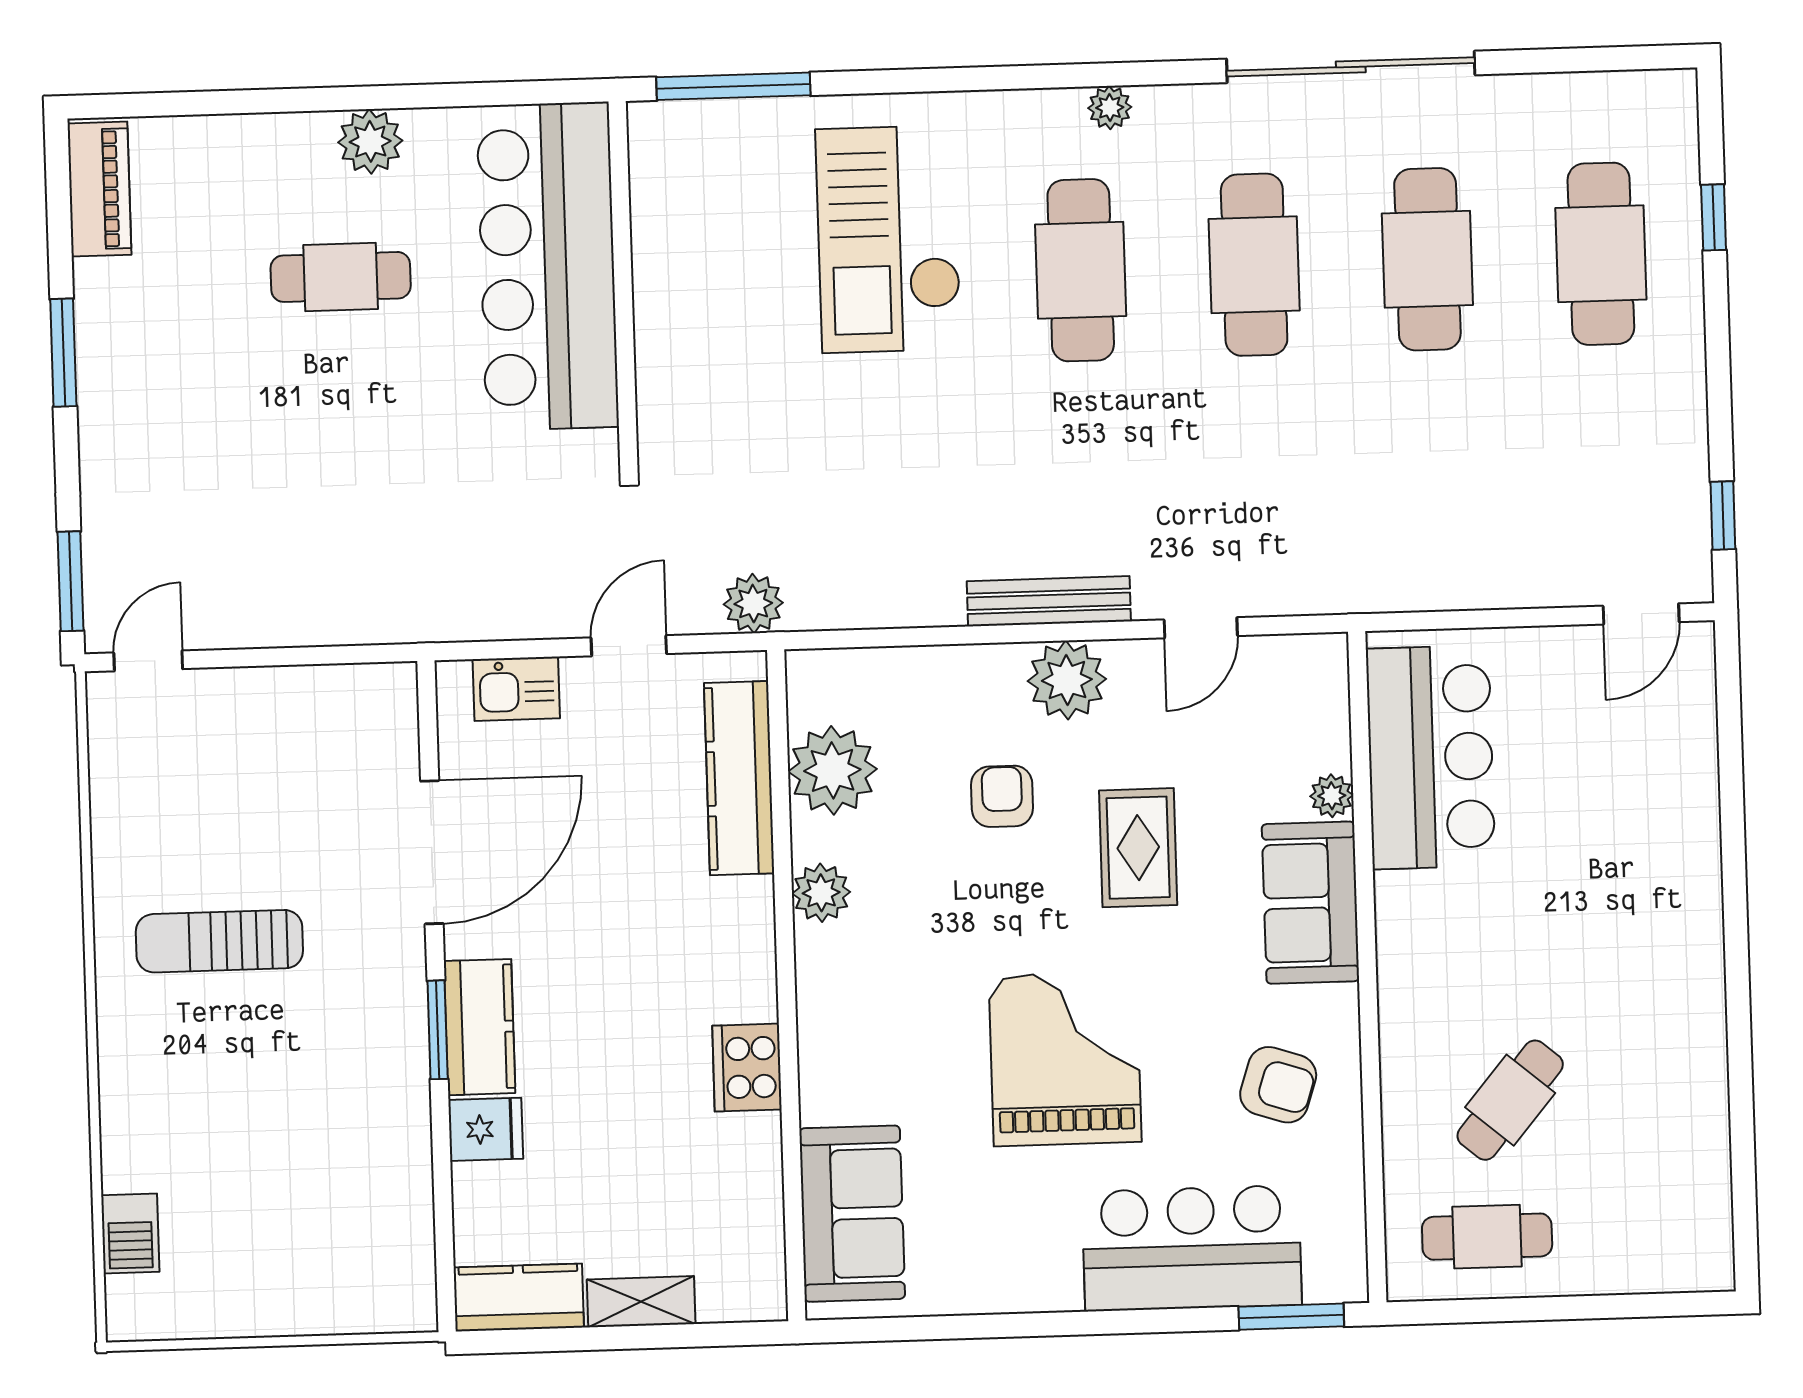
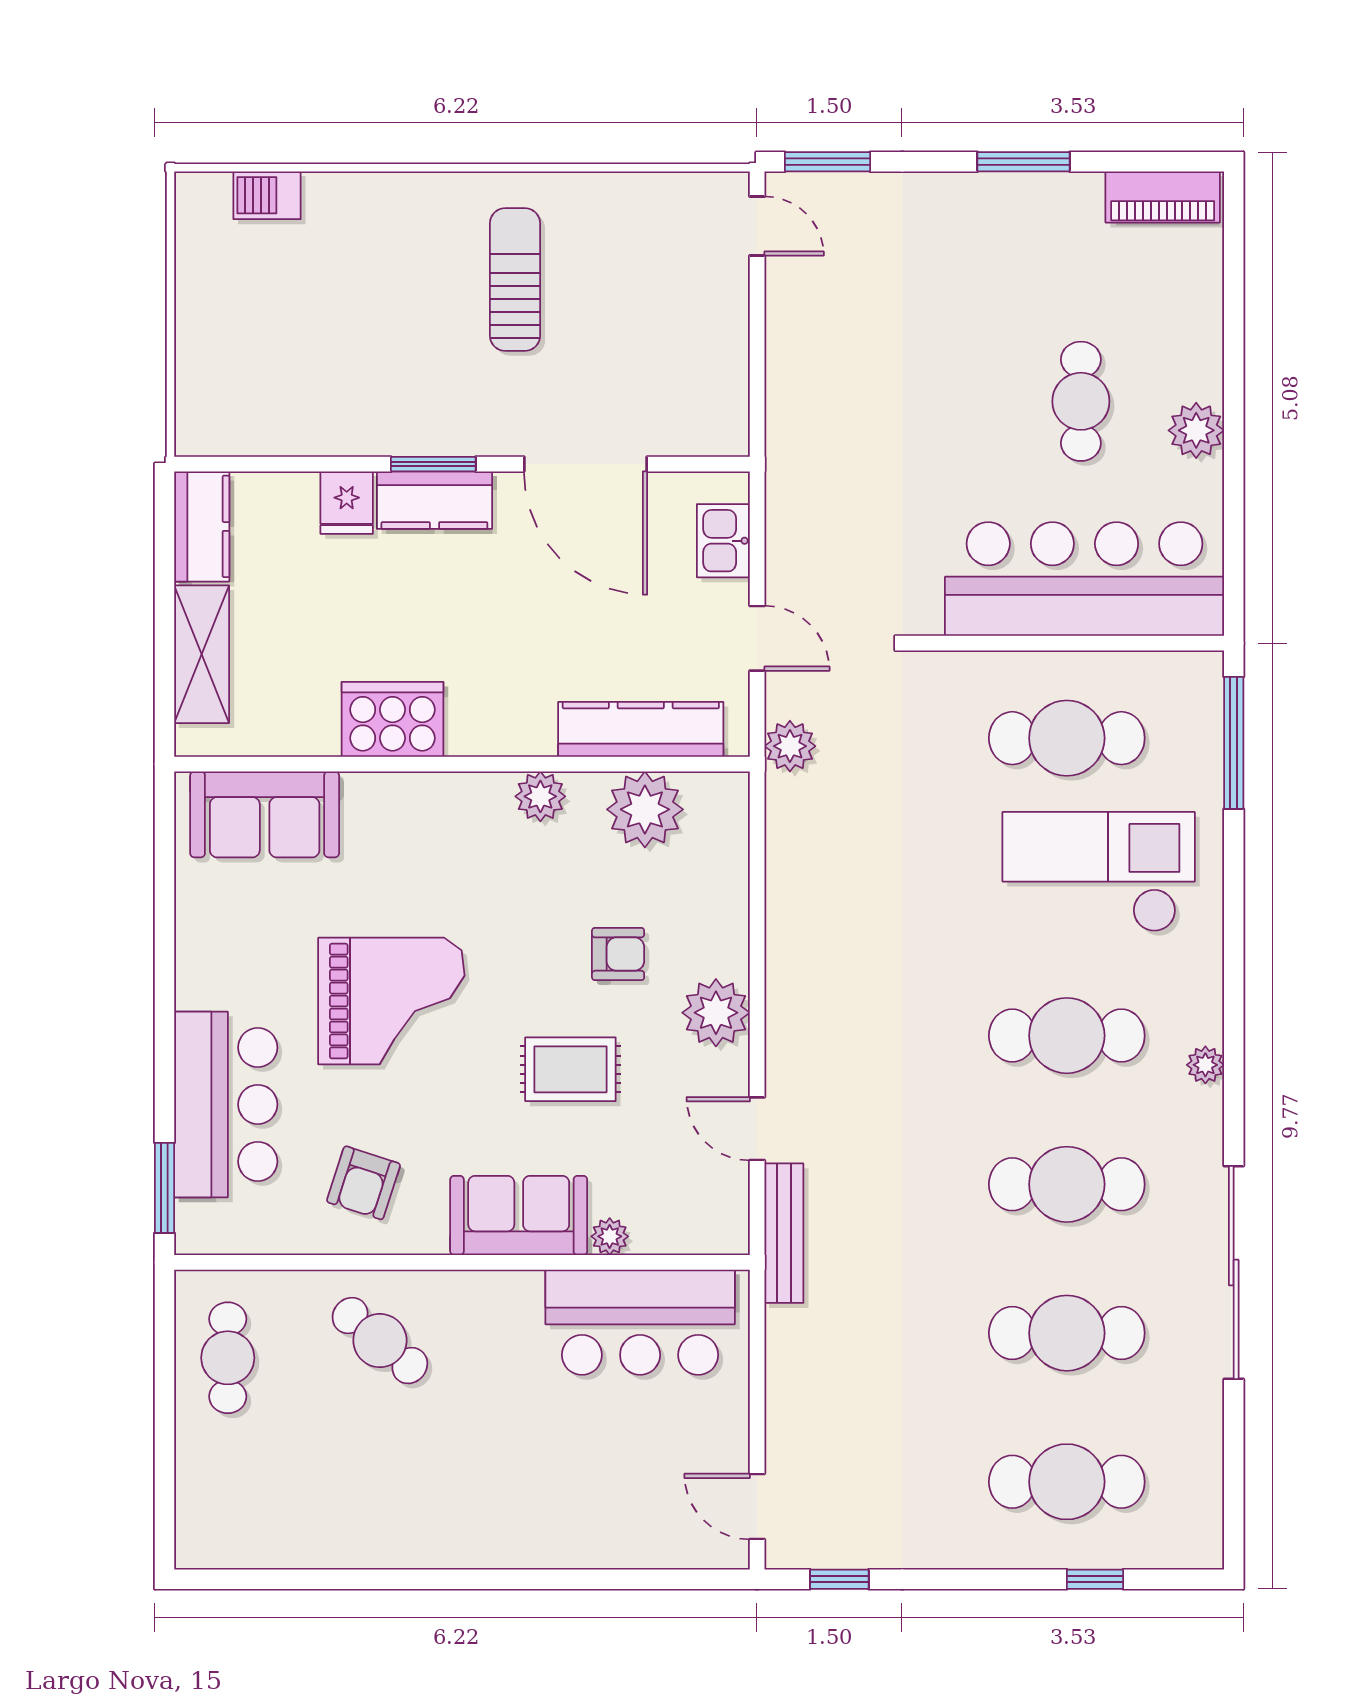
cafe table: (734, 281) -> (1067, 738), added
bench: (1049, 601) -> (784, 1233), moved
cooker: (747, 1068) -> (392, 719), width x1.37, depth x1.31
cafe table: (1510, 1100) -> (380, 1341), moved
shelving: (641, 1302) -> (202, 654), width x1.50, depth x1.33

